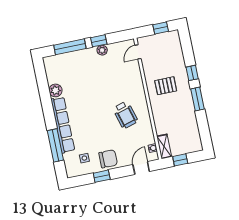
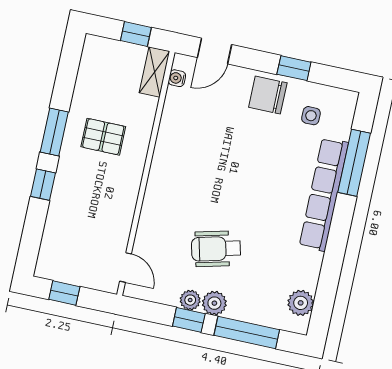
door: (138, 52) -> (126, 267), hinge flipped
plant: (91, 54) -> (214, 303), added
pallet: (166, 86) -> (103, 137), moved
plant: (55, 90) -> (301, 303), moved
wheelchair: (125, 115) -> (216, 249), moved, turned -88

